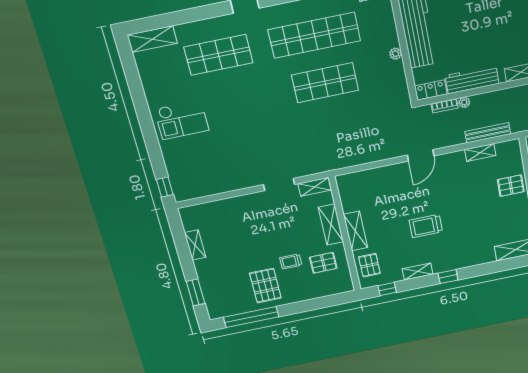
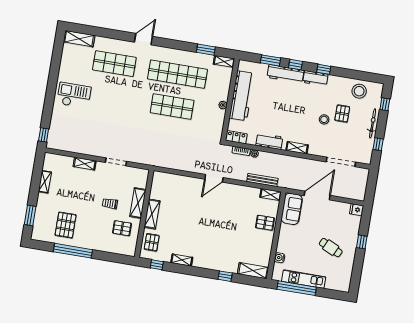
workbench: (472, 80) -> (269, 141), width x0.73
checkout: (182, 120) -> (74, 95), turned 180
shelving: (480, 152) -> (271, 195), moved
shelving: (315, 187) -> (85, 164), moved
trolley: (426, 226) -> (199, 229), removed
trolley: (291, 261) -> (110, 203), moved
window: (448, 277) -> (225, 276), moved
pallet: (265, 286) -> (66, 225), moved
window: (251, 317) -> (73, 251), moved

